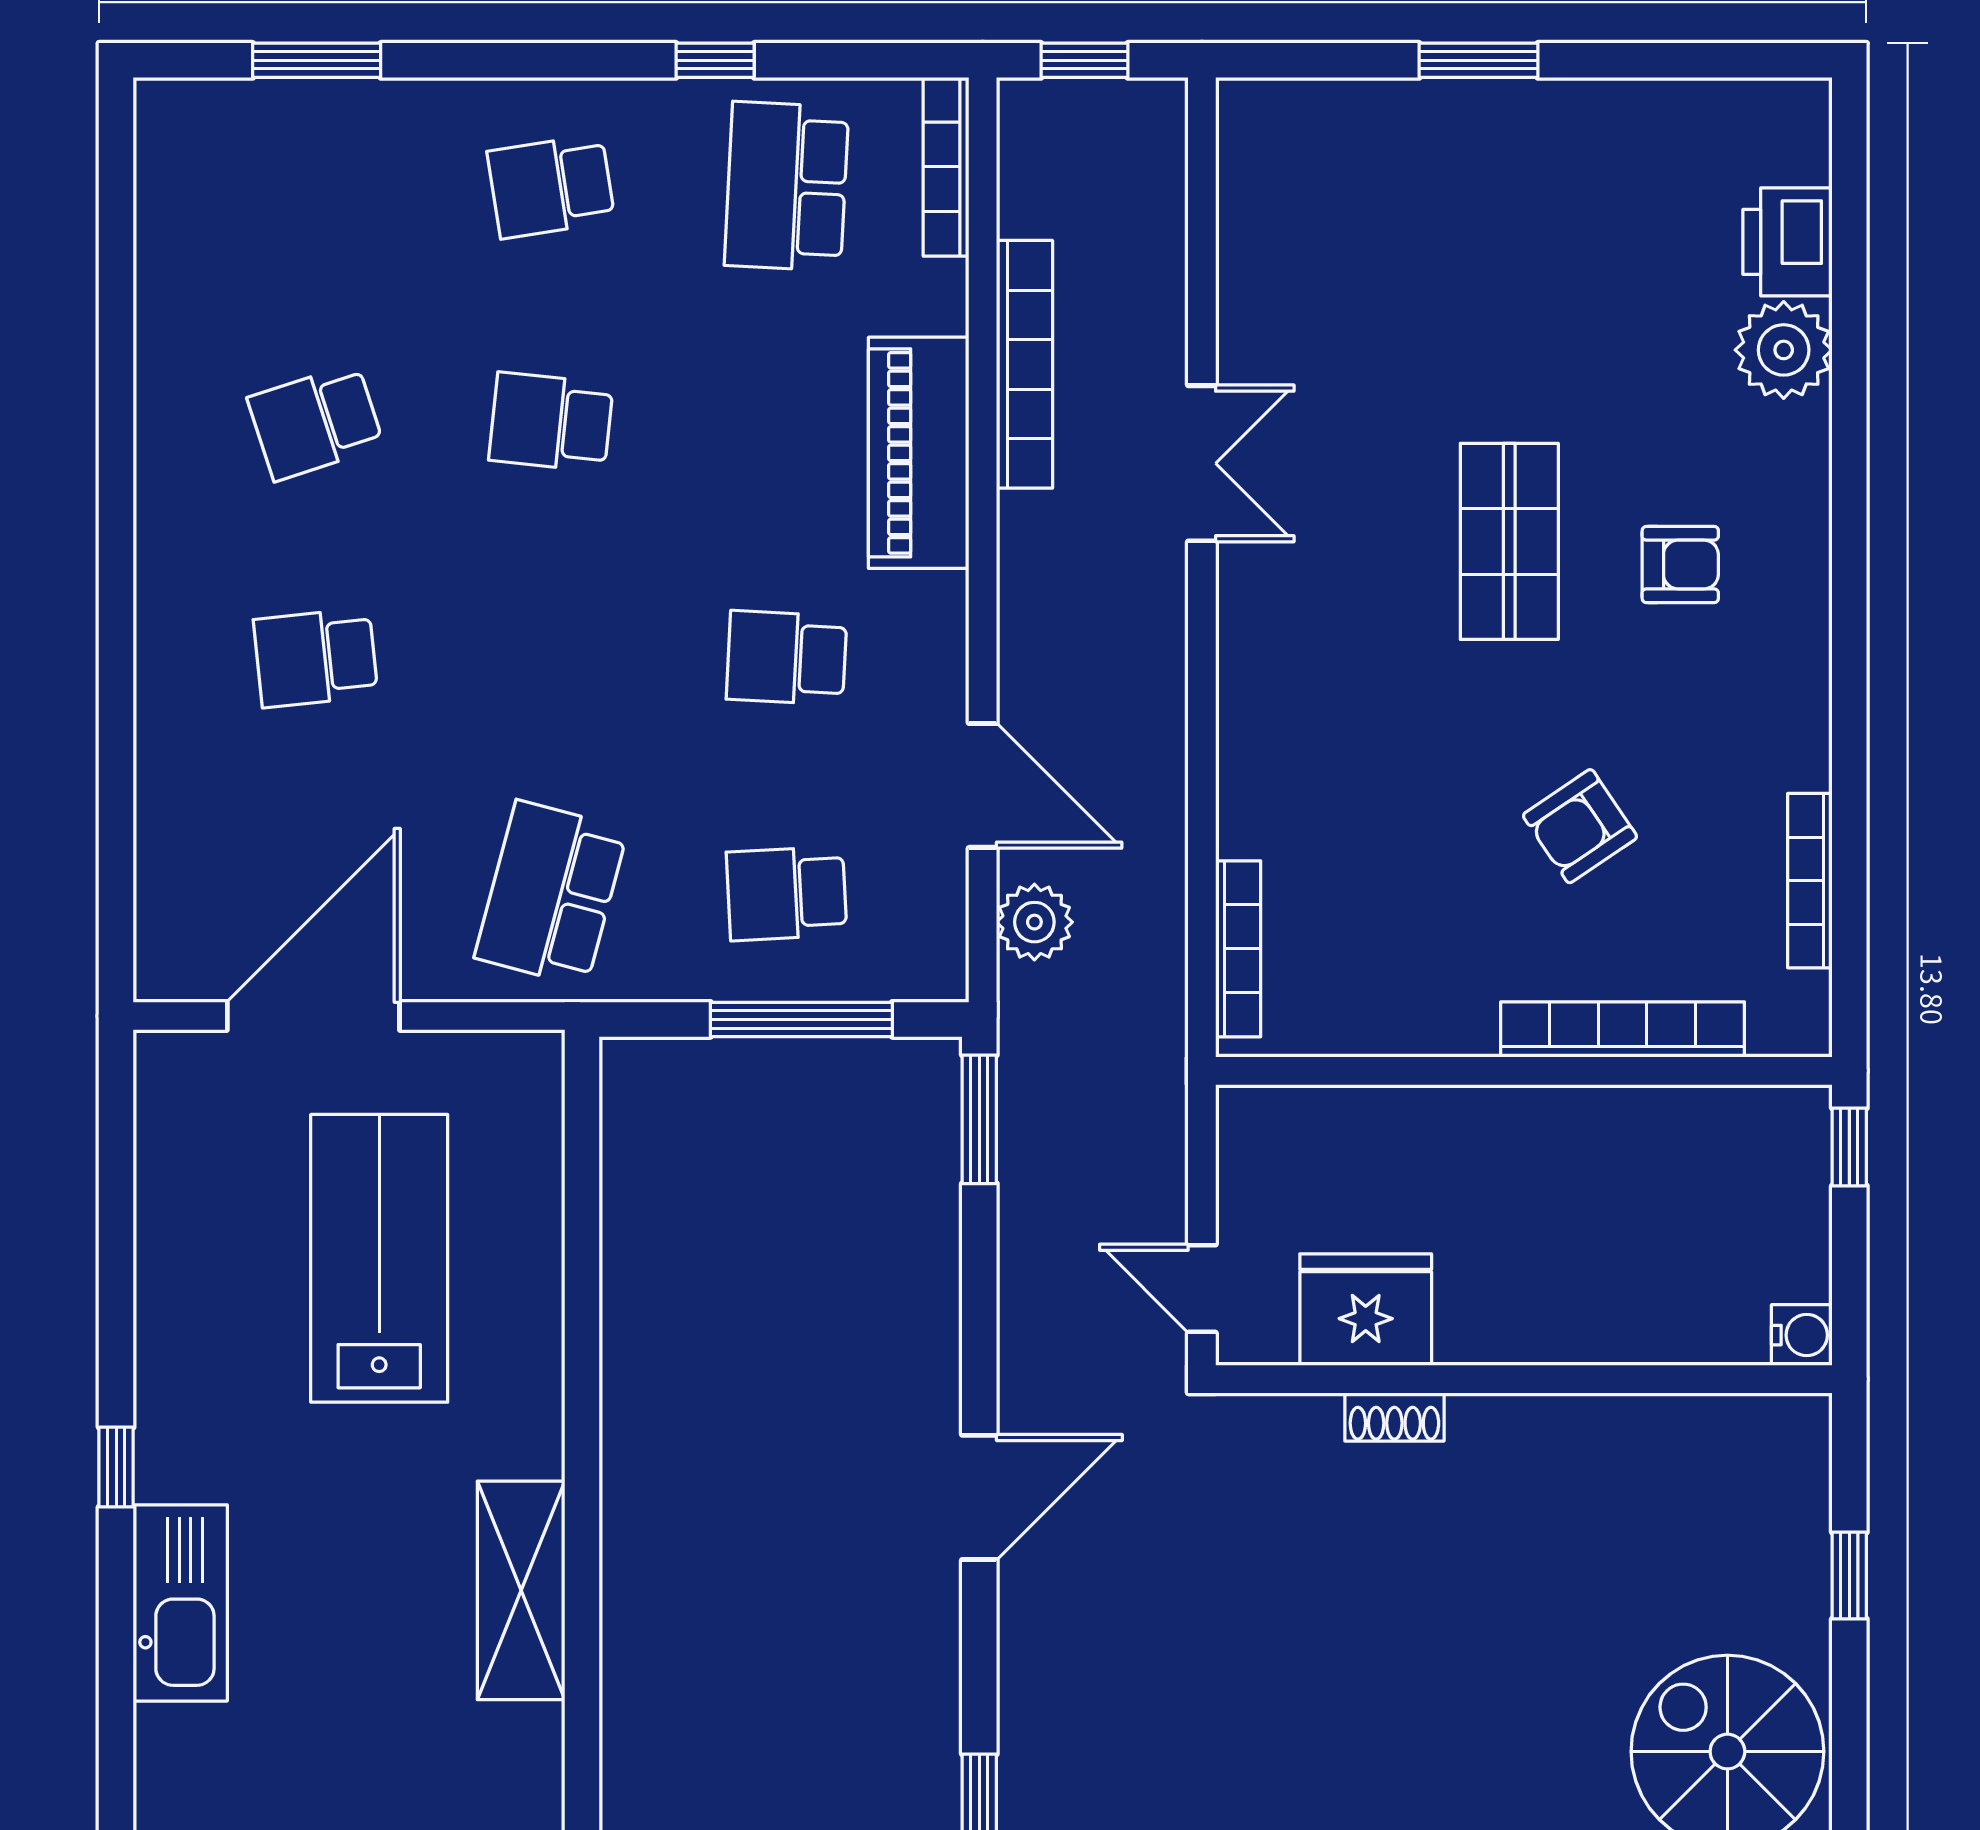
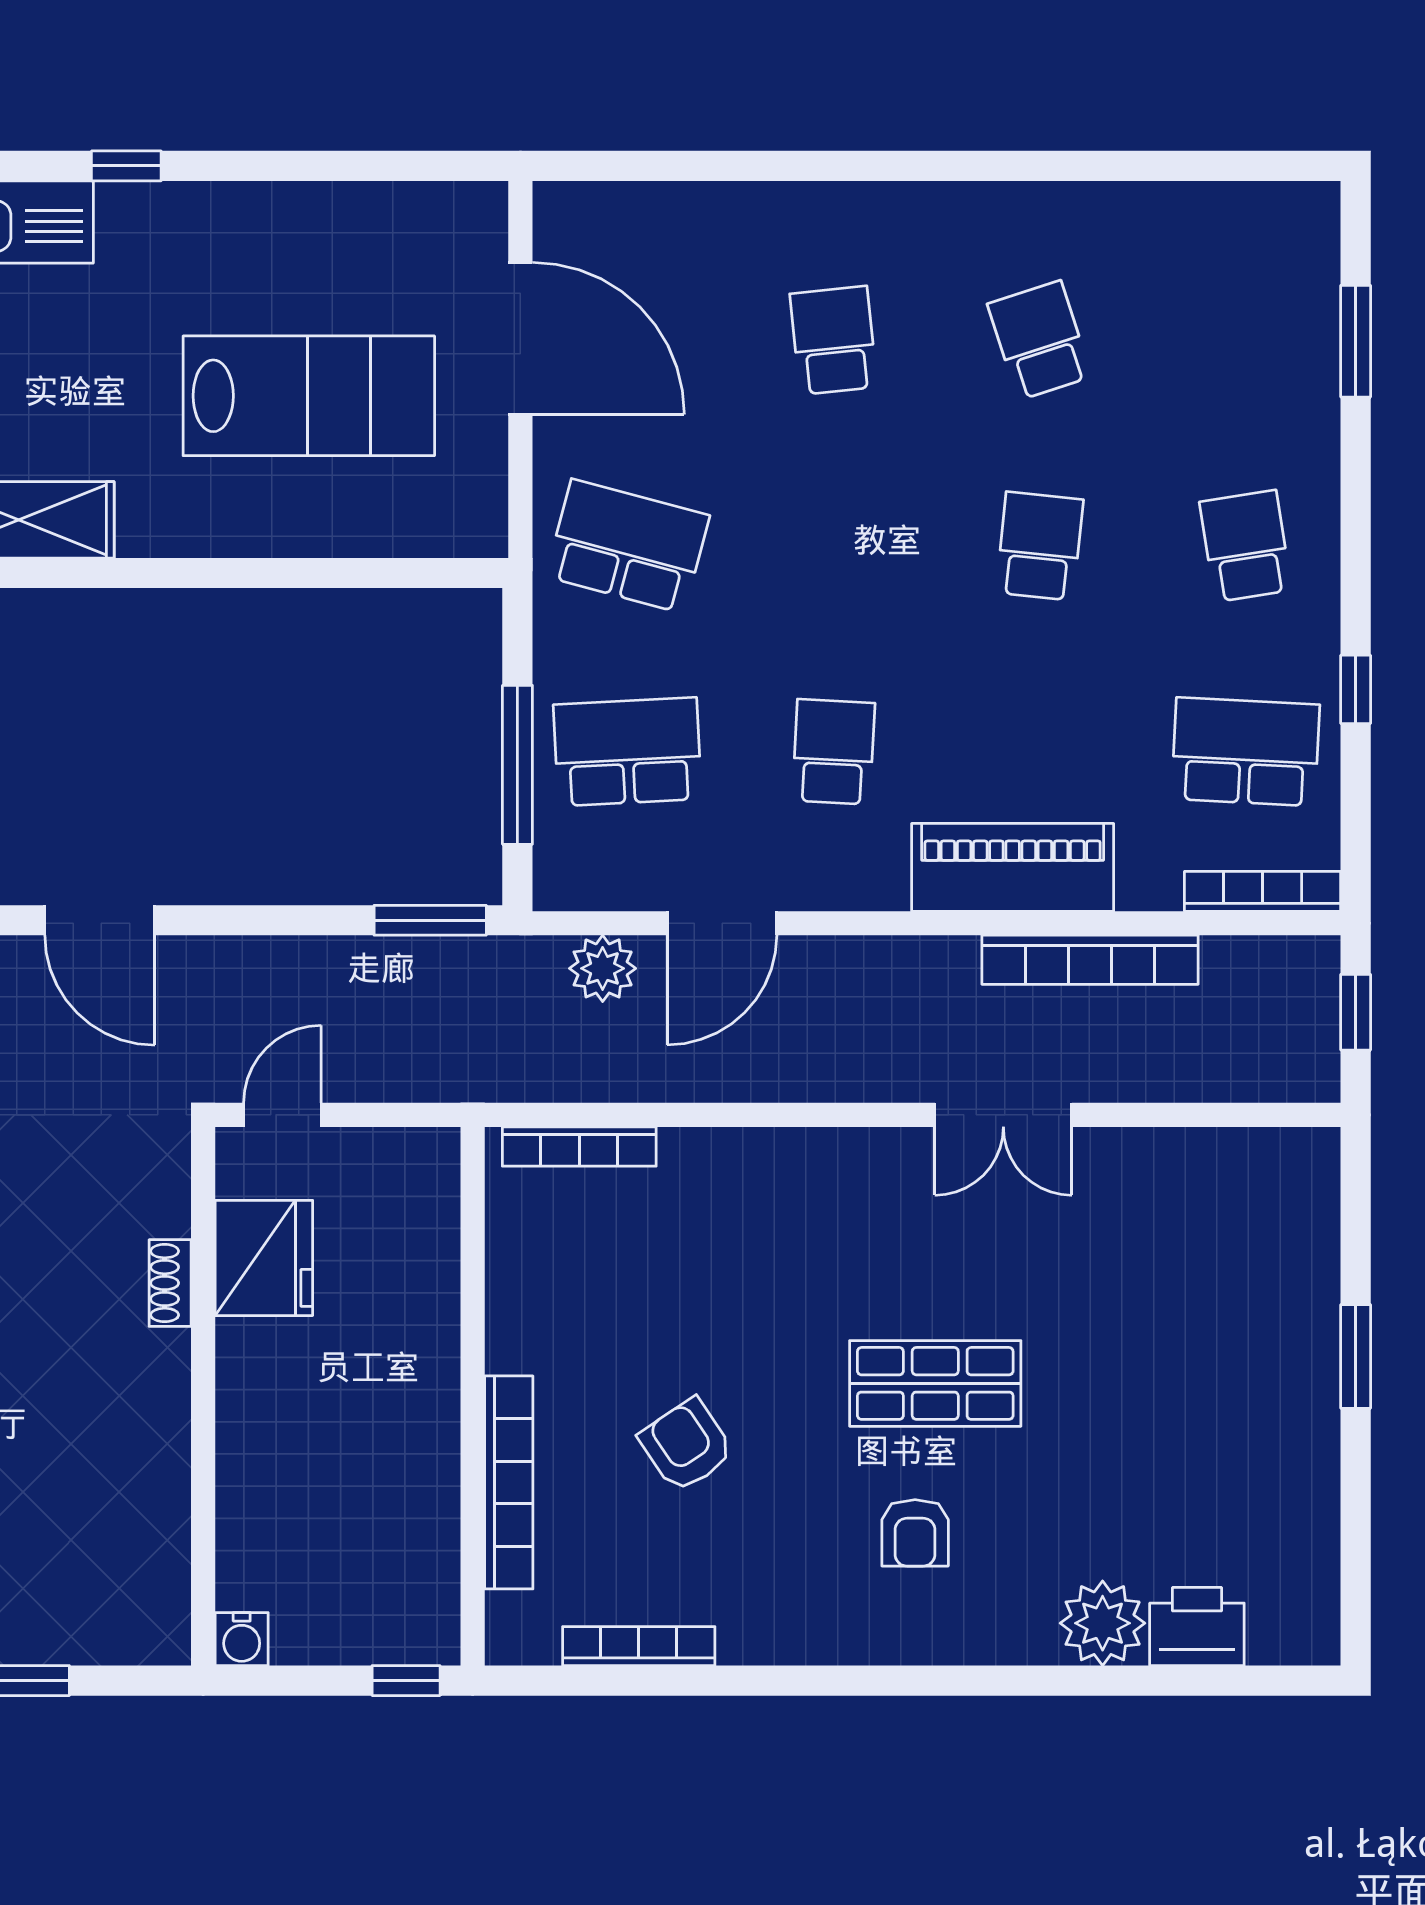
school desk: (787, 893) -> (628, 752), width x1.85

